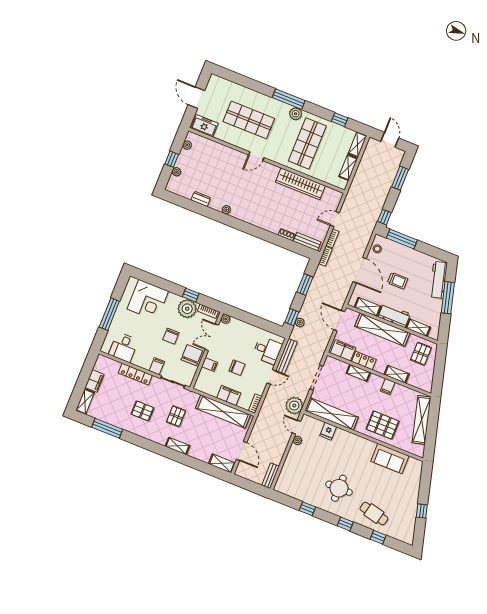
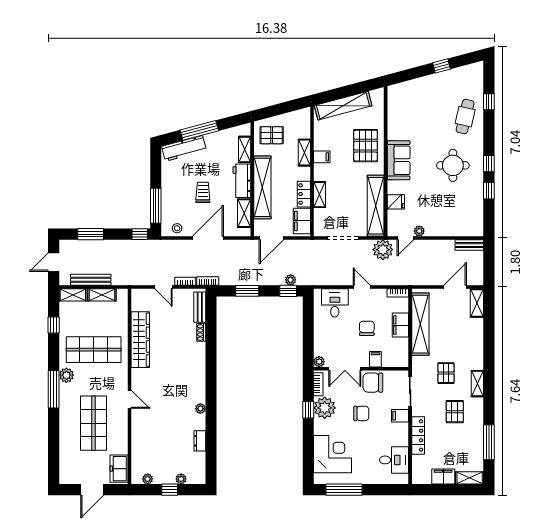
window: (109, 314) -> (344, 490), moved
bench: (286, 356) -> (91, 280), moved
pallet: (176, 416) -> (446, 373), turned 90
shelving: (178, 446) -> (477, 384), moved
sofa: (390, 459) -> (399, 160), moved
window: (345, 524) -> (489, 164), moved

